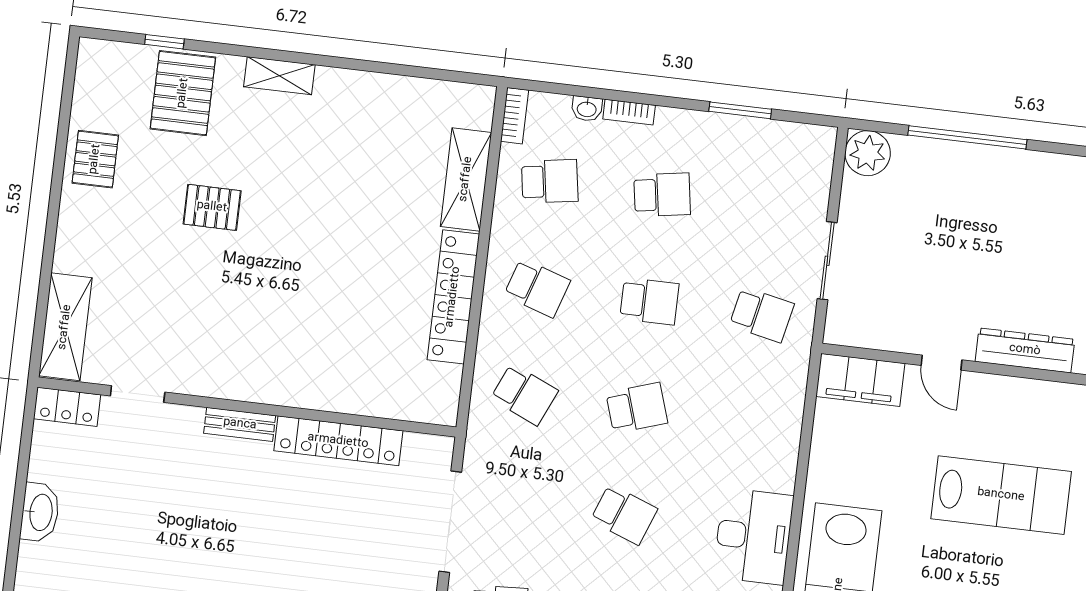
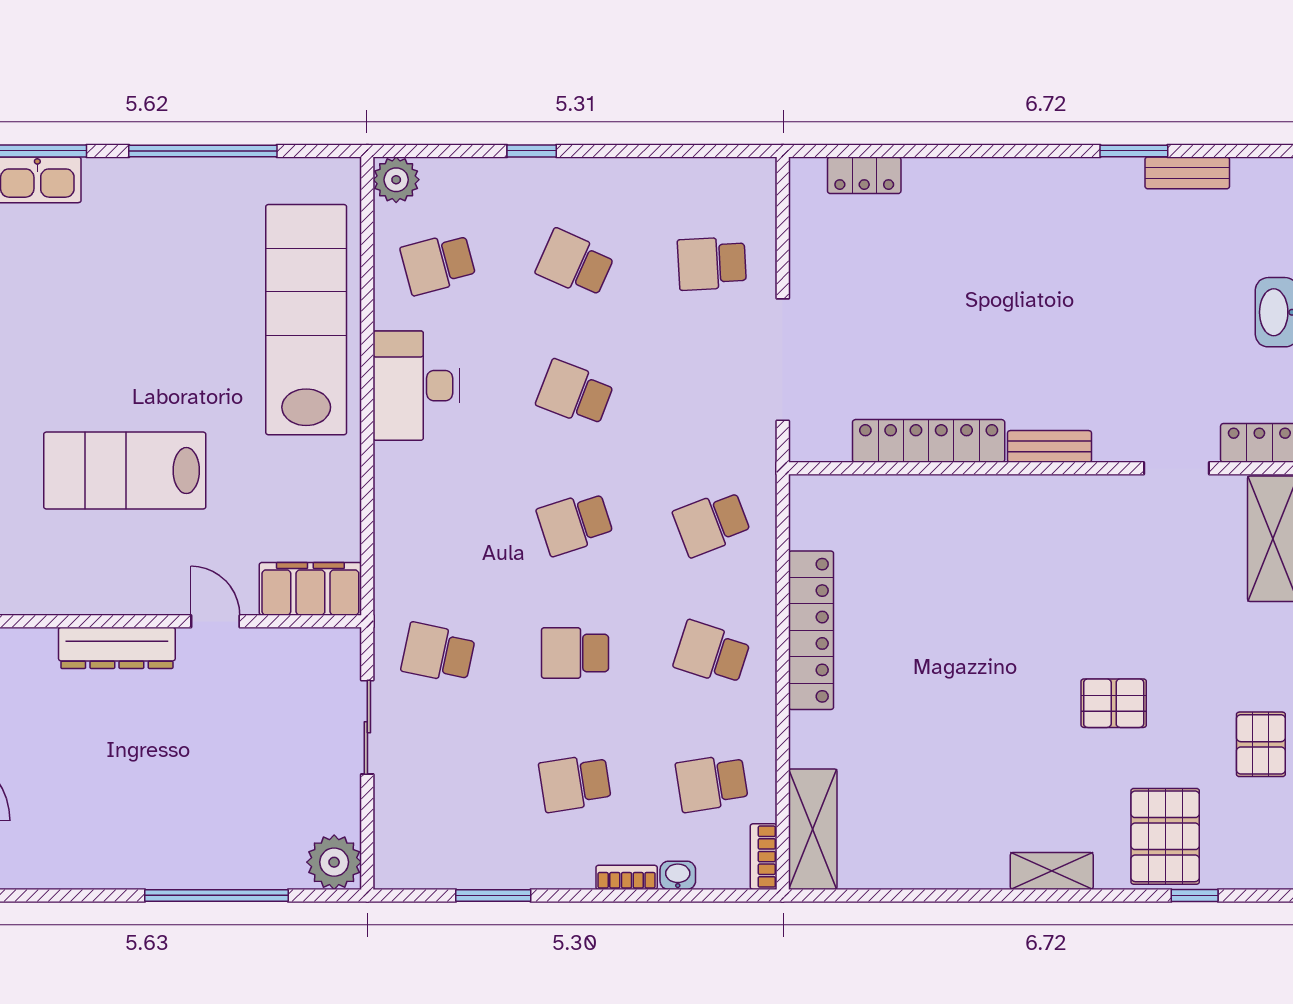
shelving: (466, 179) -> (813, 829), moved
school desk: (524, 394) -> (712, 523), turned -45

